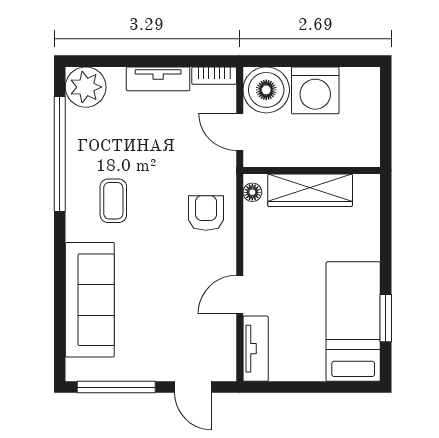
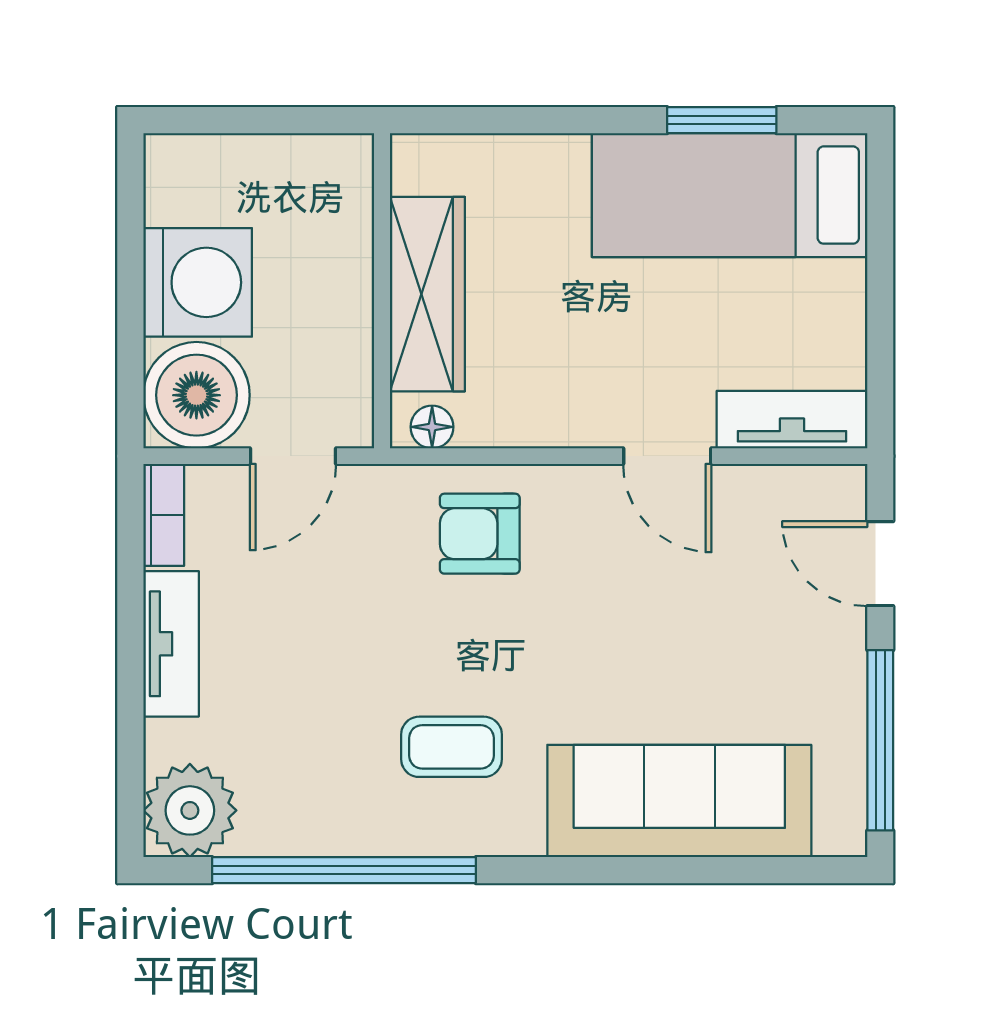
door: (193, 387) -> (880, 564), swing flipped

